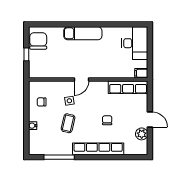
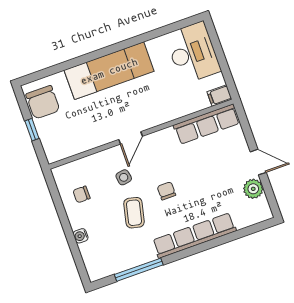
exam couch: (83, 33) -> (109, 71), width x1.36, depth x1.45
chair: (38, 41) -> (43, 102), turned 180
chair: (107, 120) -> (166, 191), moved

